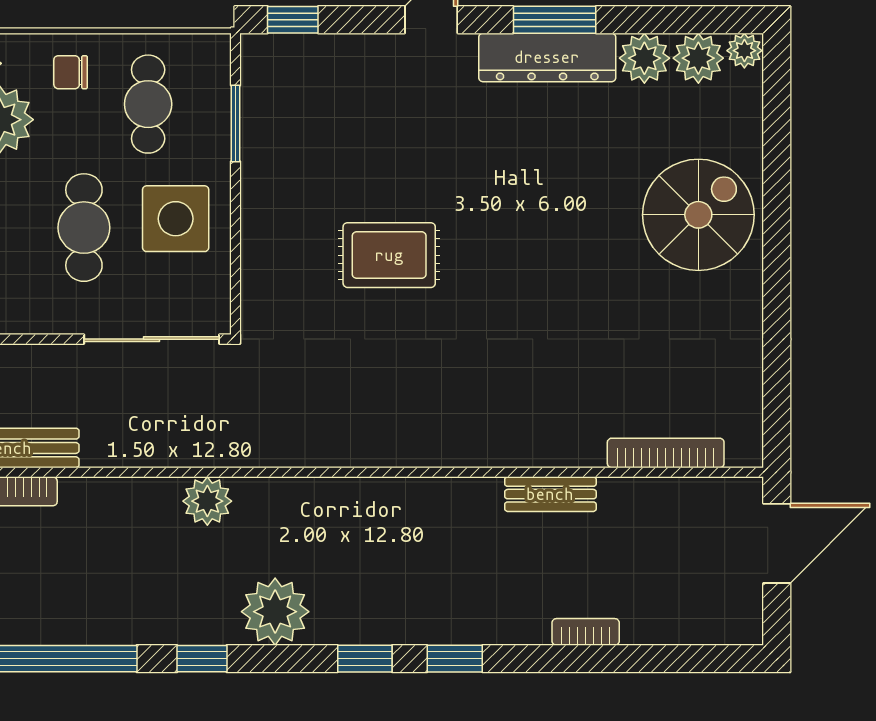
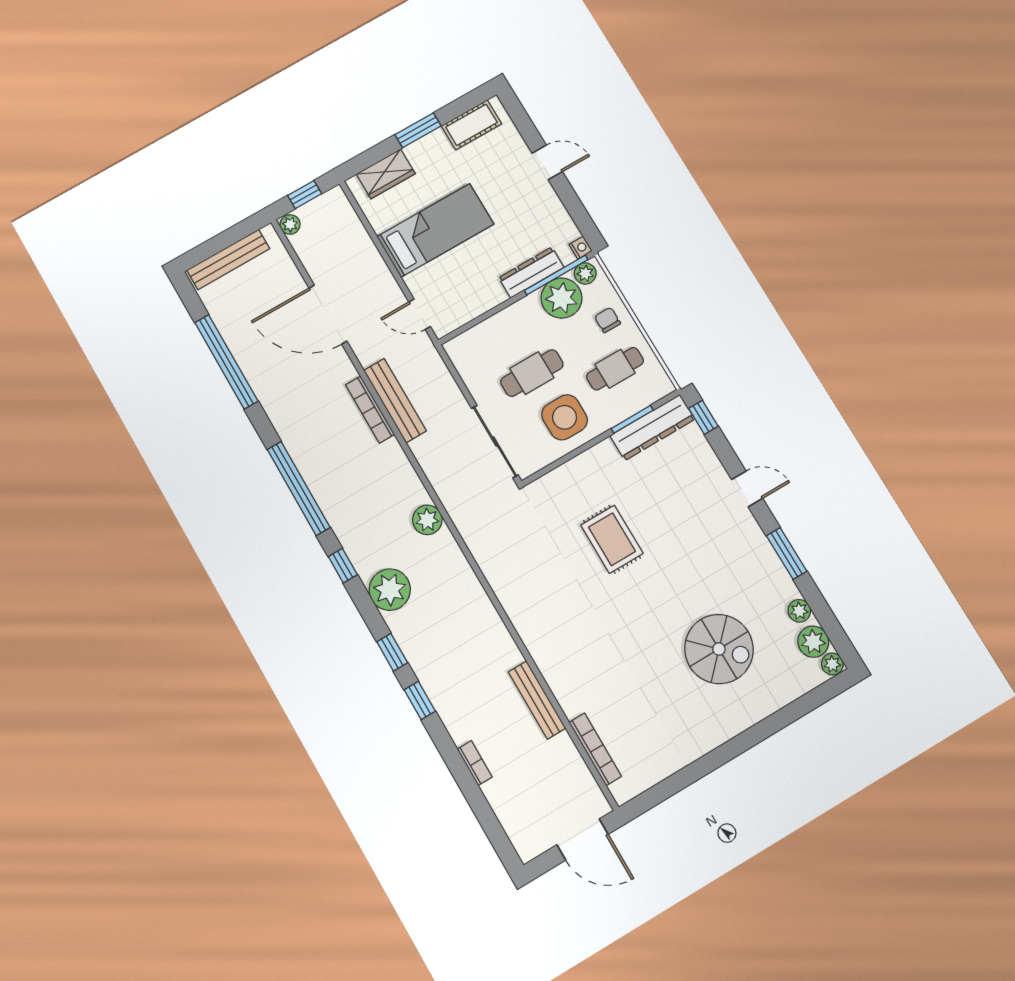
dresser: (547, 57) -> (652, 427), moved, turned -90
plant: (644, 58) -> (799, 611), width x0.73, depth x0.73
spiral stairs: (698, 215) -> (719, 649), moved
bench: (550, 494) -> (537, 700), width x1.36

